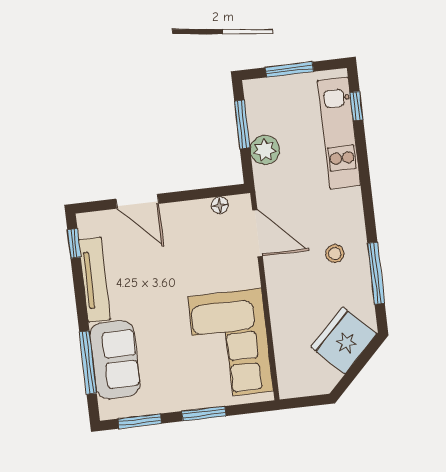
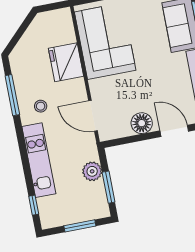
kitchen unit: (339, 133) -> (39, 160), moved
floor lamp: (220, 205) -> (142, 123), moved, width x1.89, depth x1.89
fridge: (344, 340) -> (66, 62), moved, turned 135

